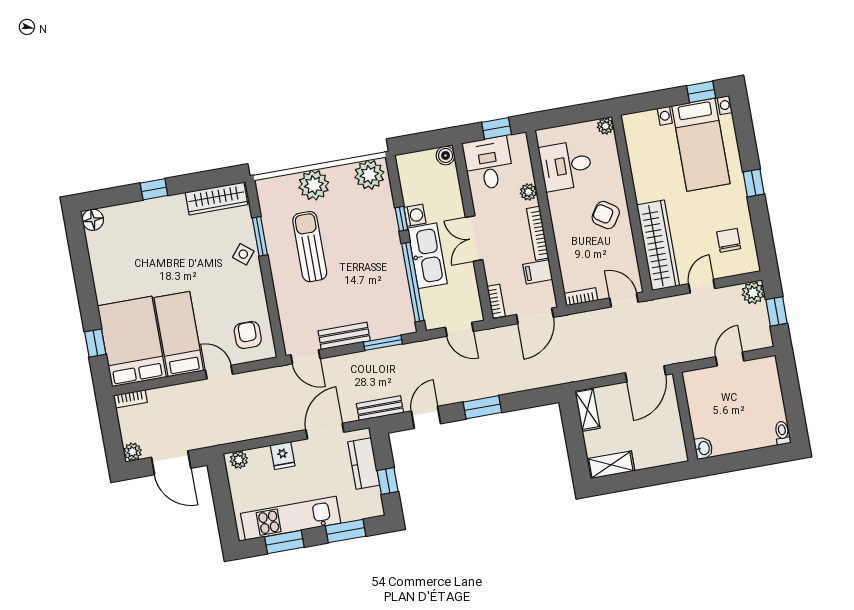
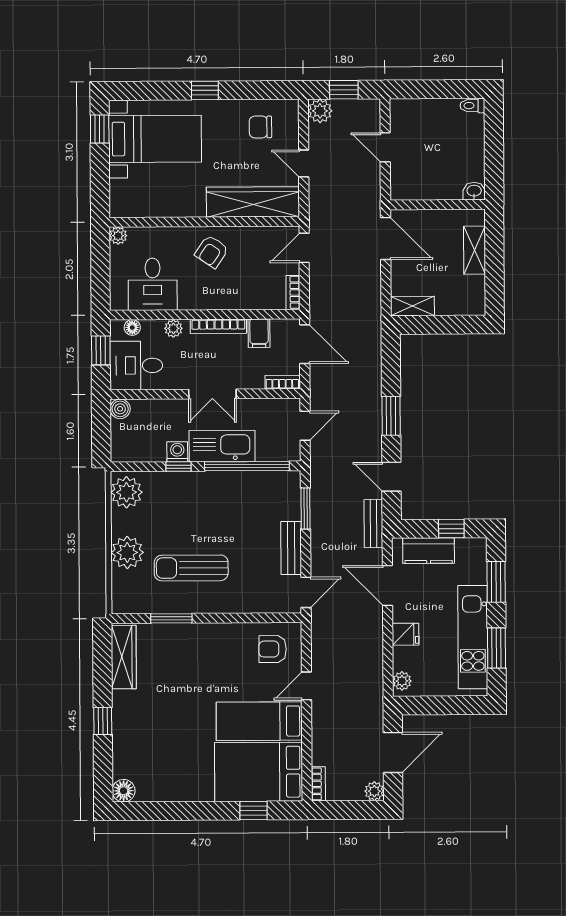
floor lamp: (523, 154) -> (132, 328), added
side table: (243, 254) -> (187, 639), removed
shelving: (611, 465) -> (475, 250), moved

